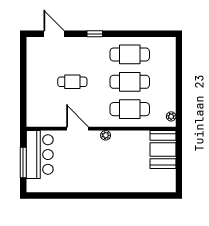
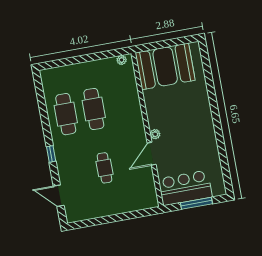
door: (54, 34) -> (59, 196), hinge flipped
cafe table: (130, 109) -> (122, 104), removed
plant: (106, 135) -> (155, 134), moved
booth: (163, 149) -> (165, 66), width x1.36, depth x1.42

